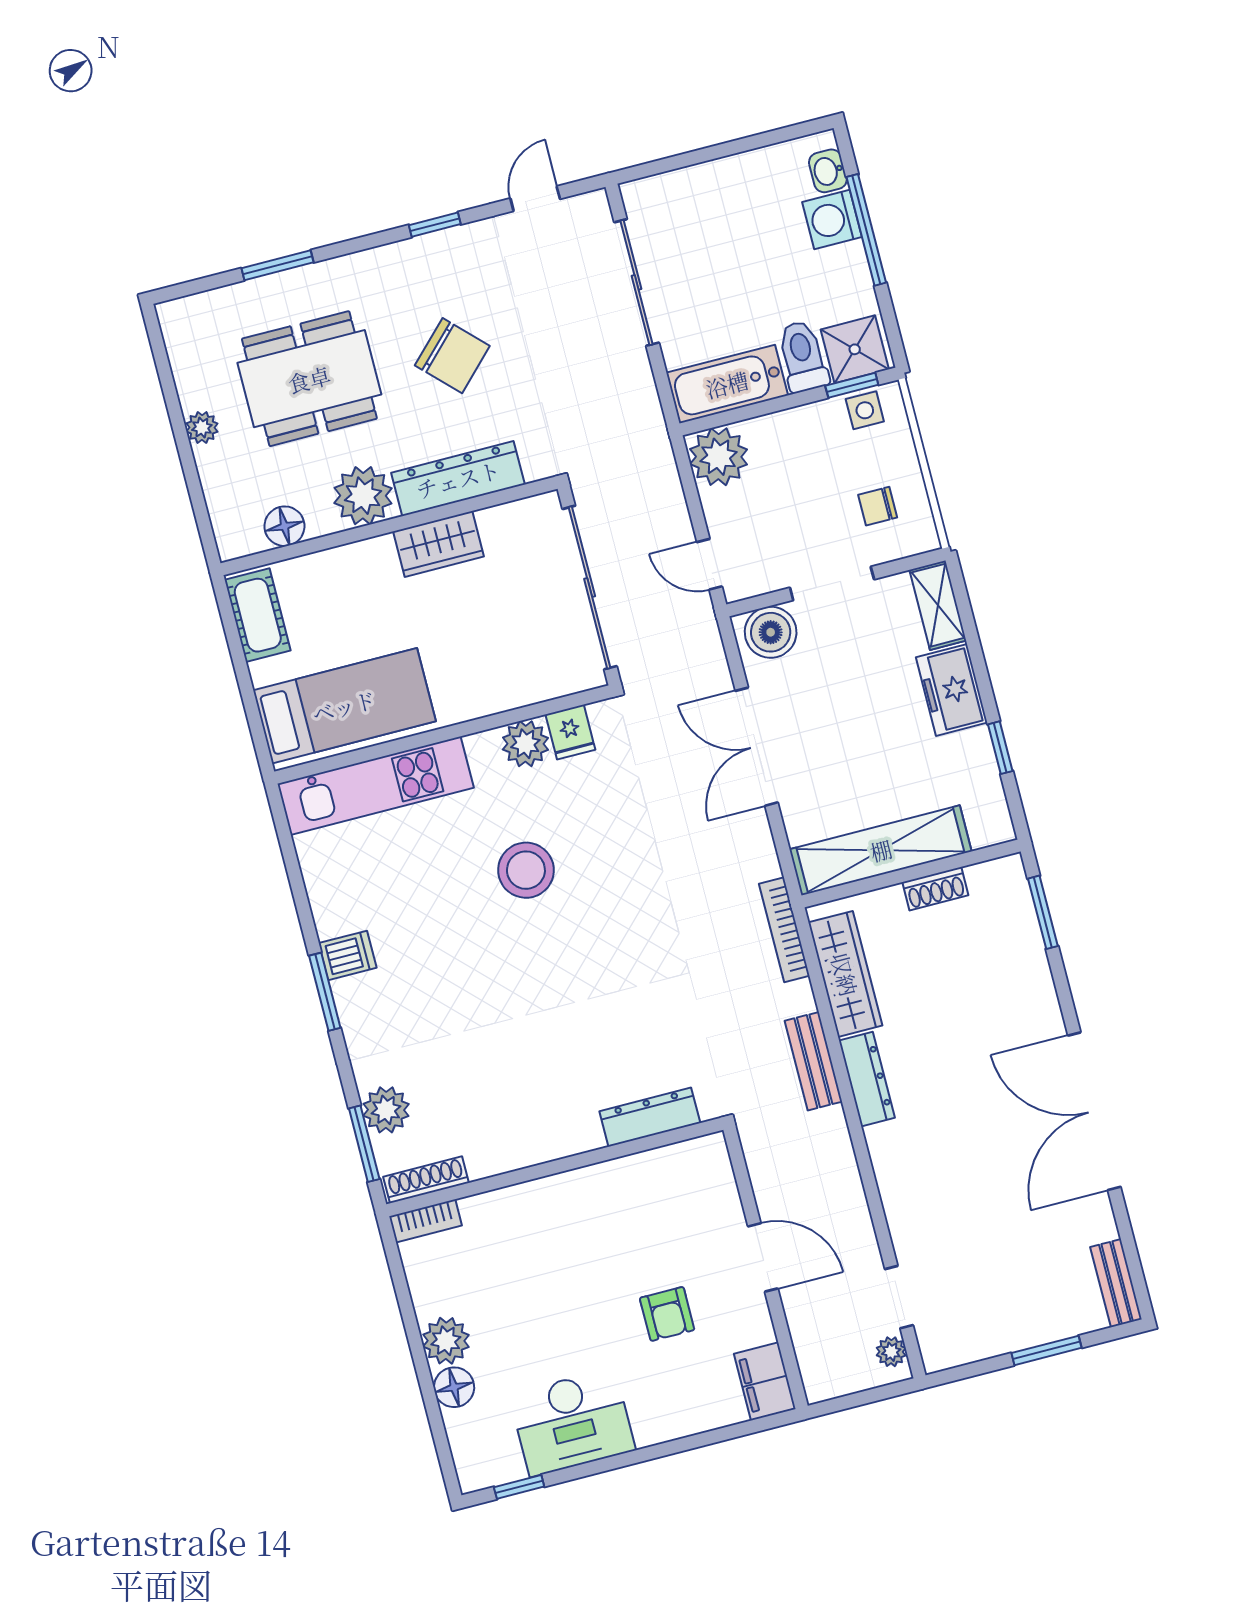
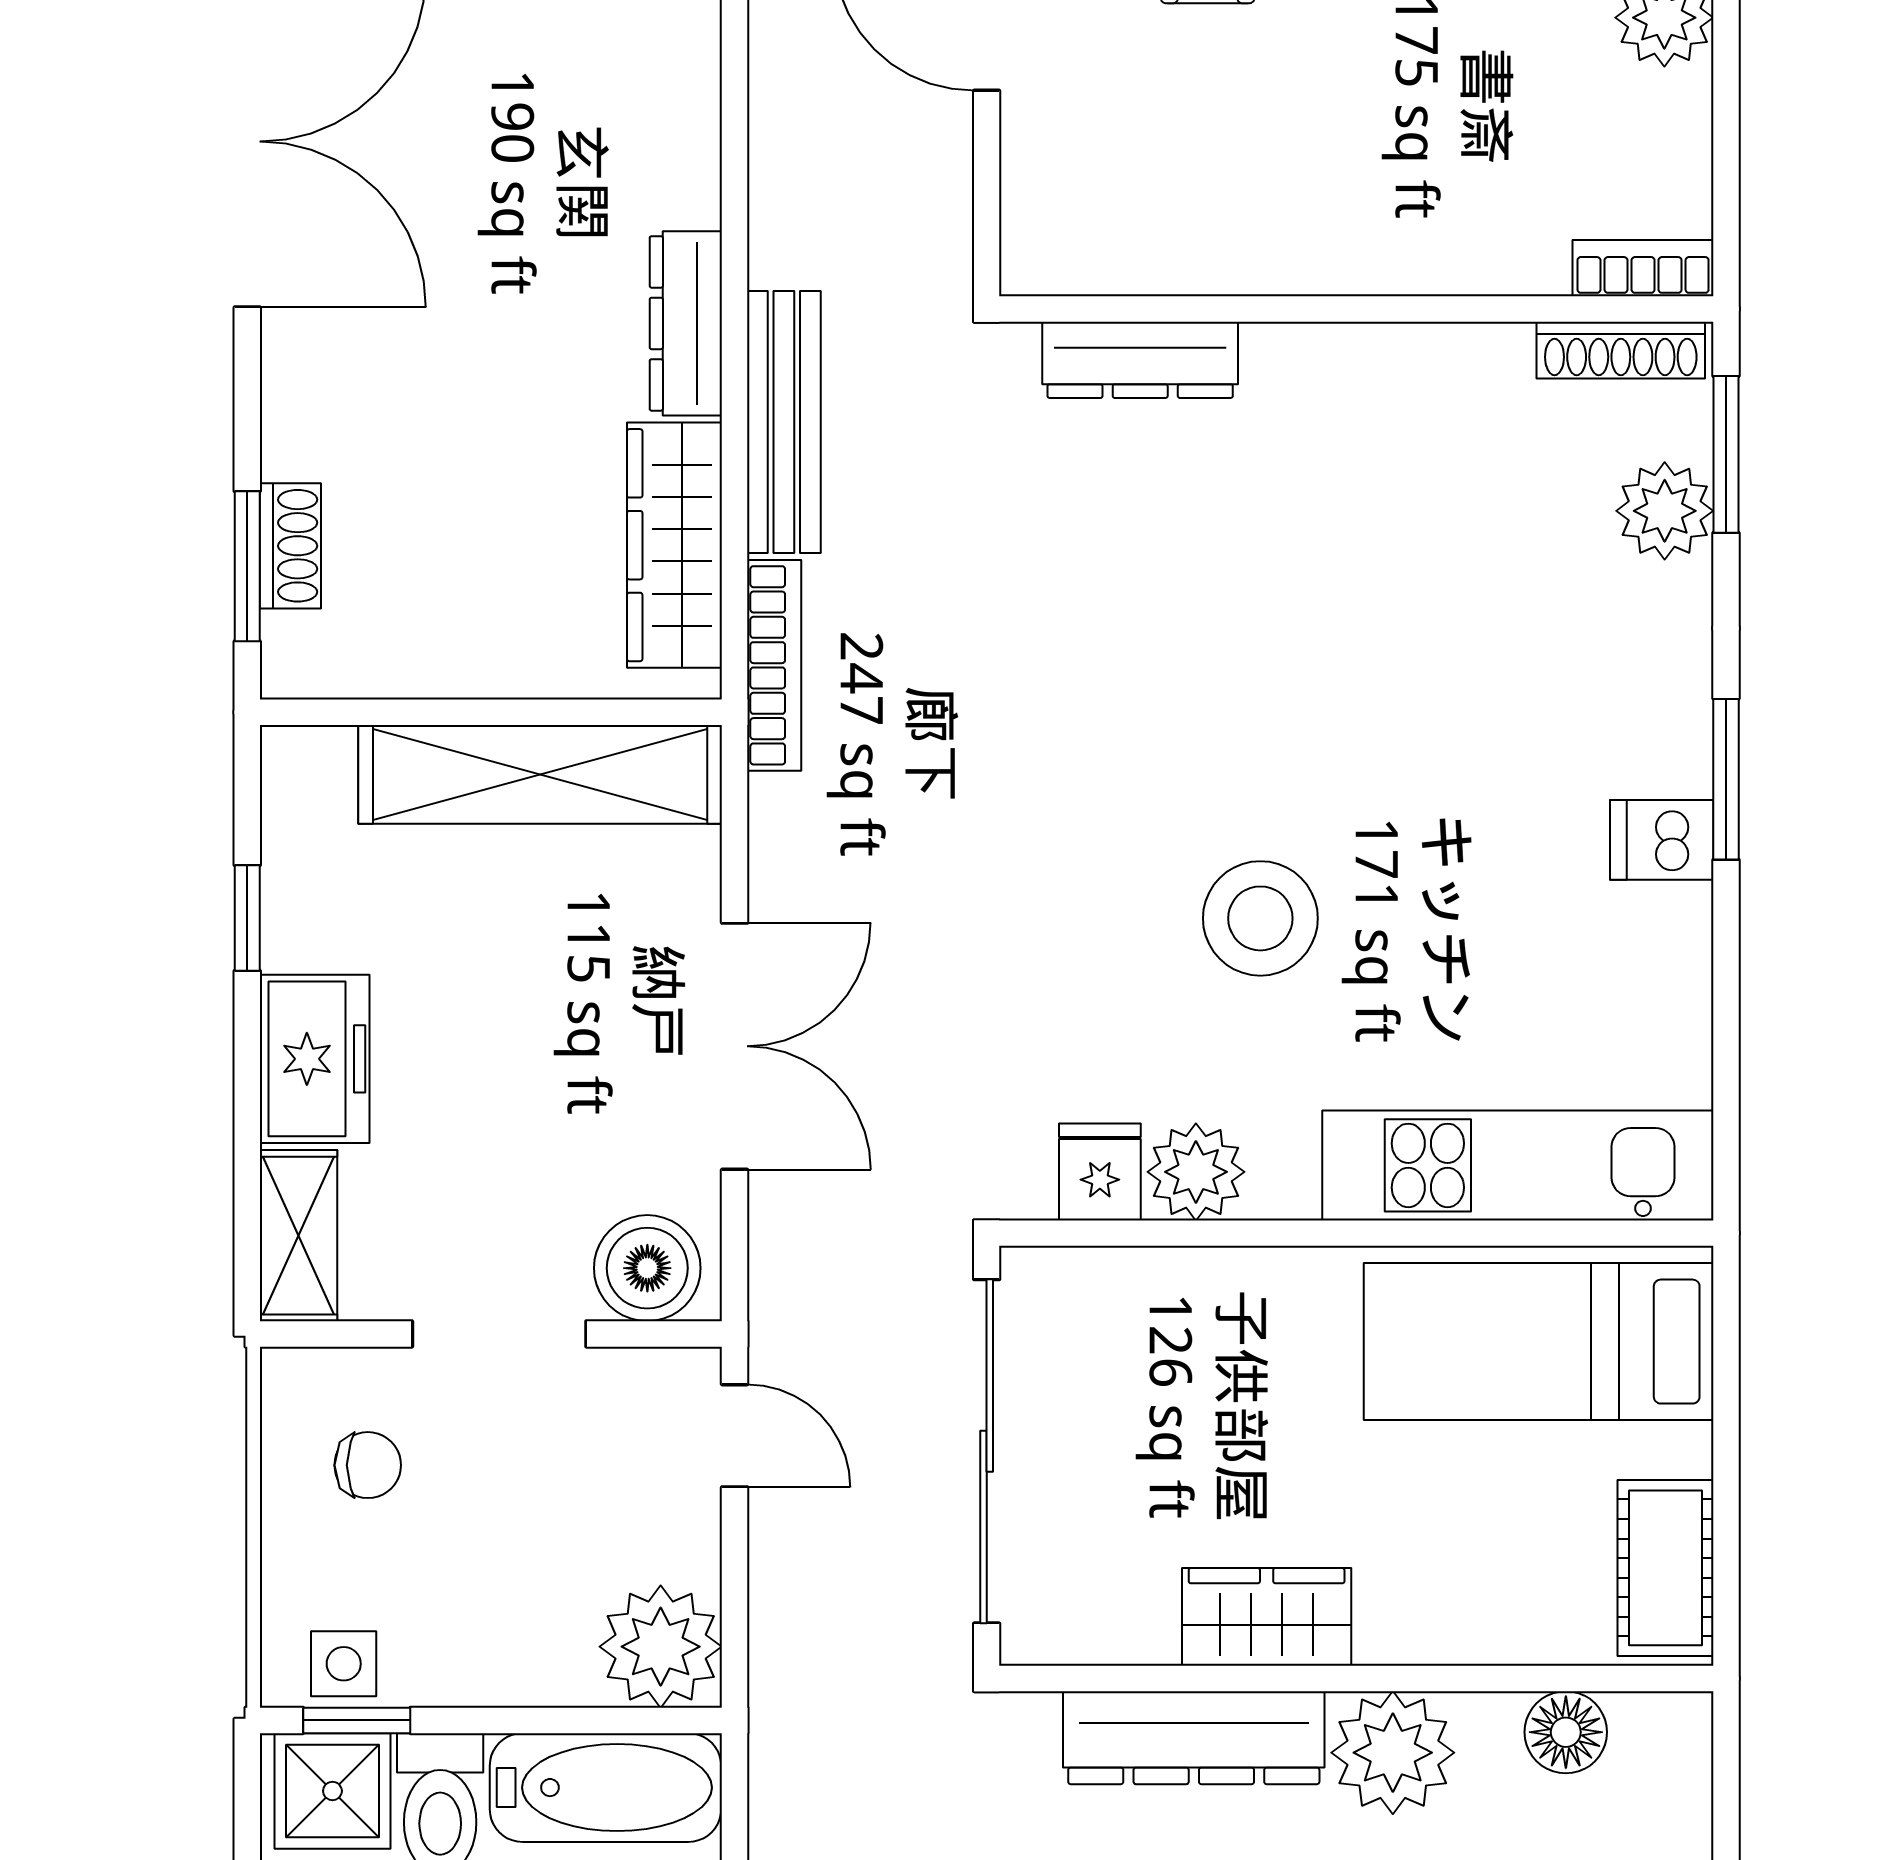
shoe rack: (935, 889) -> (290, 546), moved, turned 90
bench: (813, 1061) -> (784, 422), width x1.36

